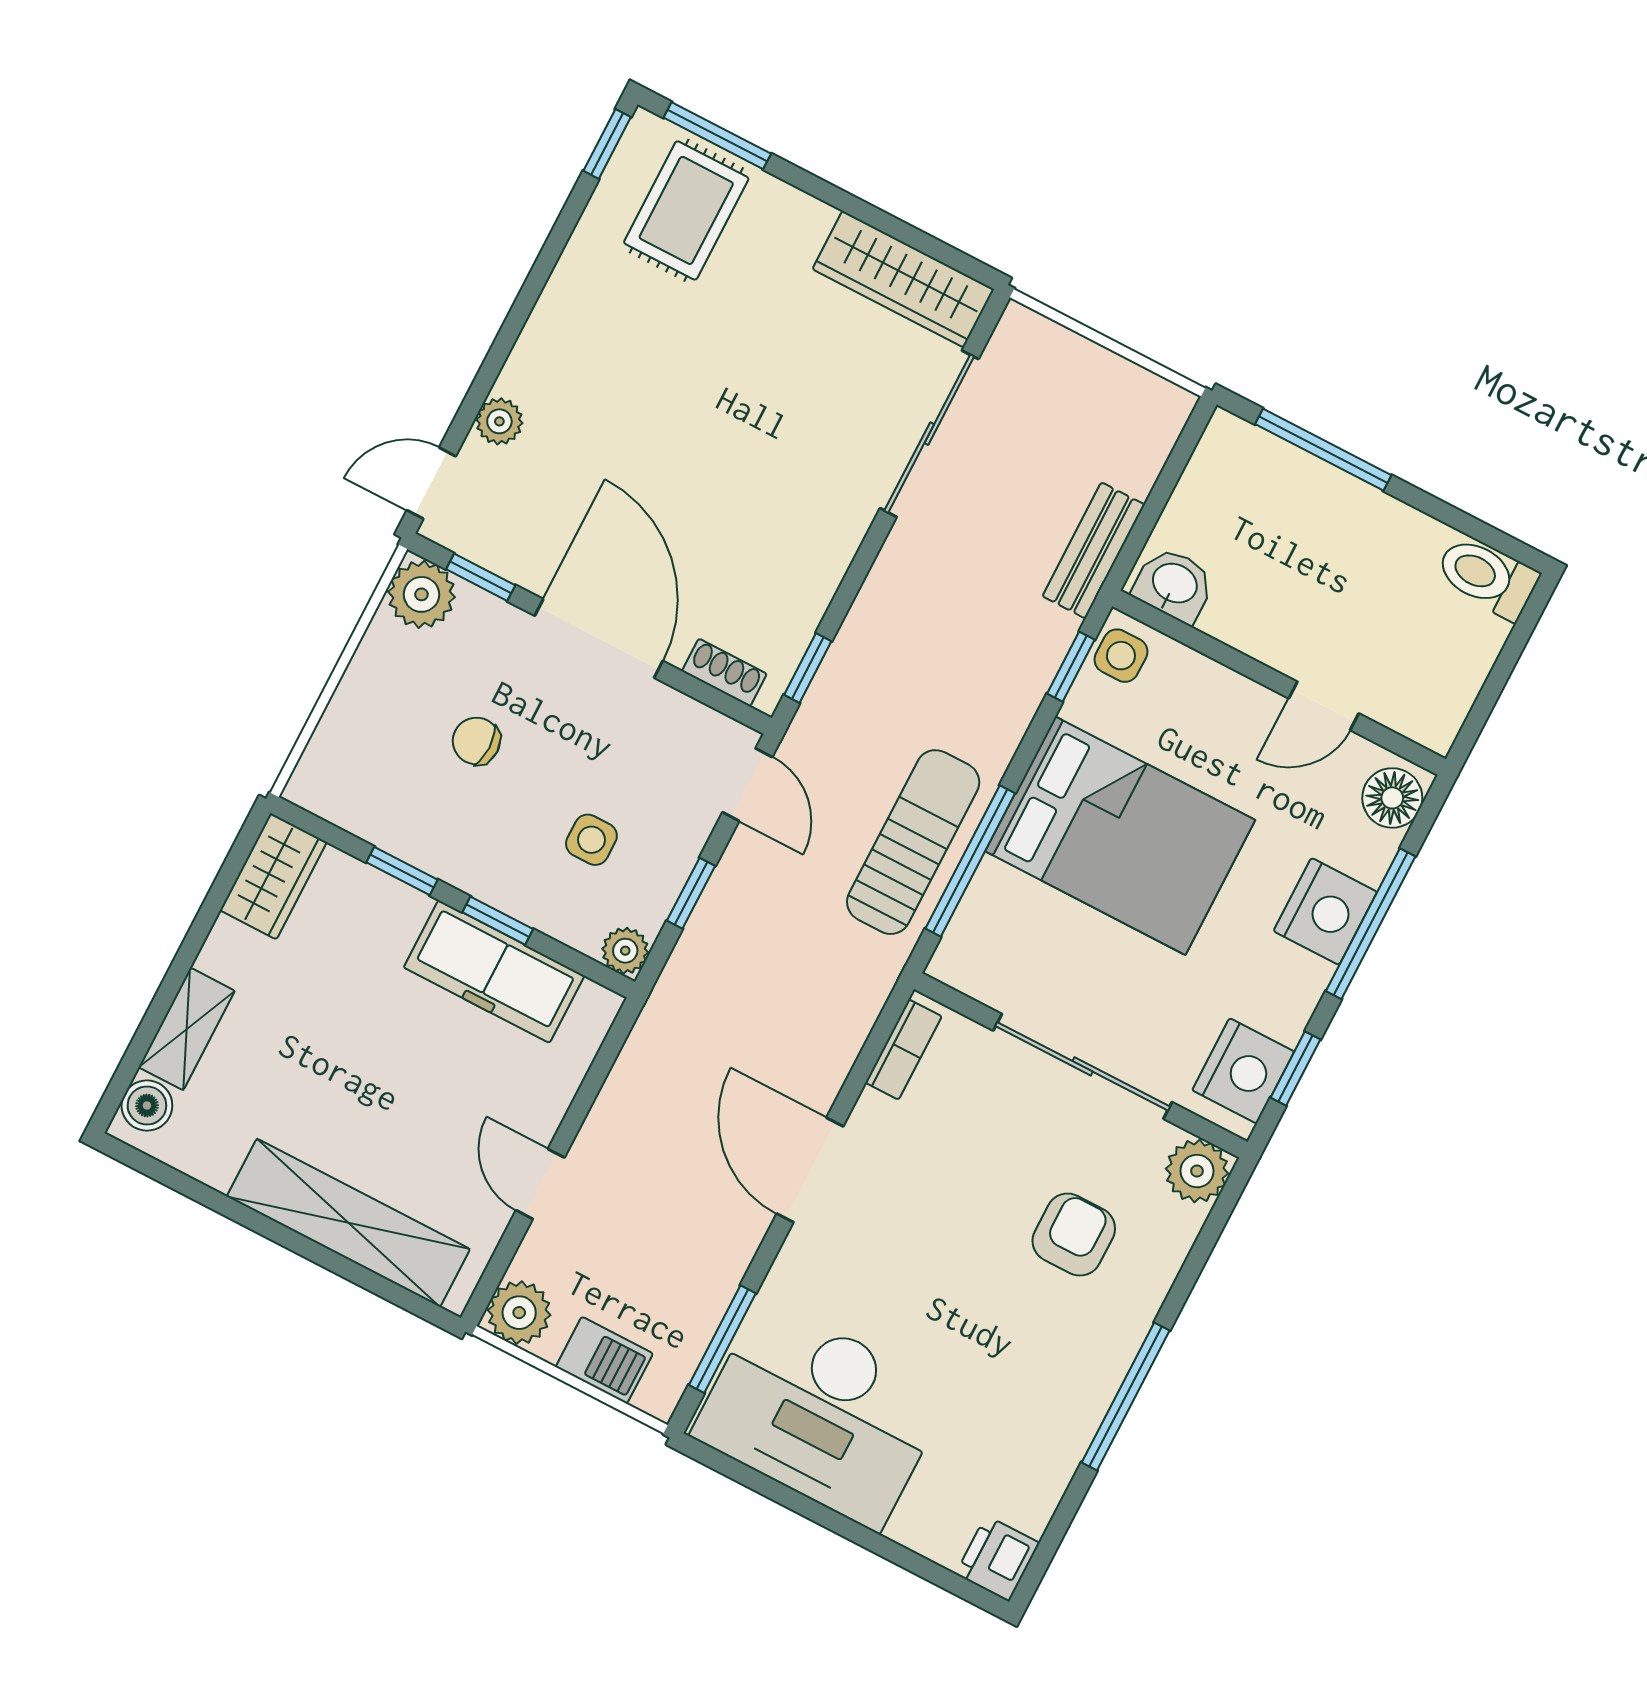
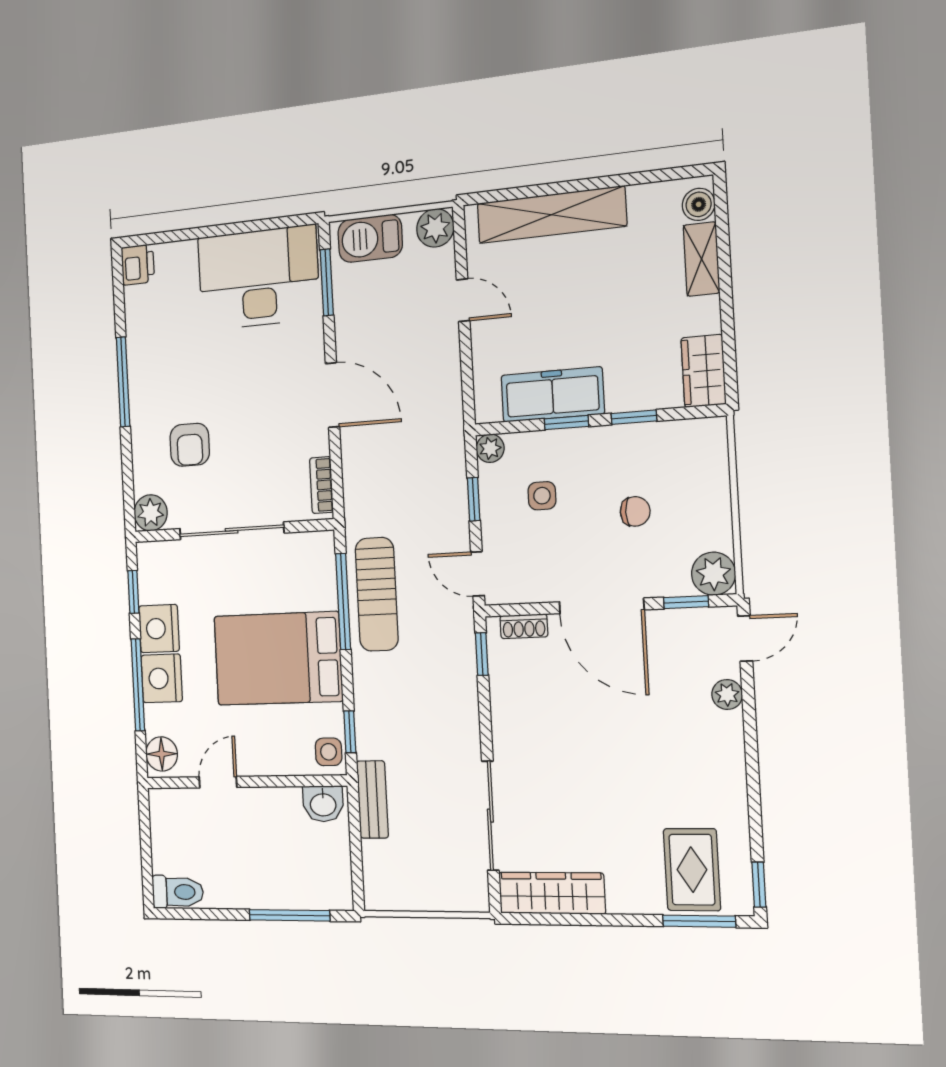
nightstand: (1243, 1071) -> (159, 629), moved
barbecue: (604, 1360) -> (370, 238), width x1.38, depth x1.27

